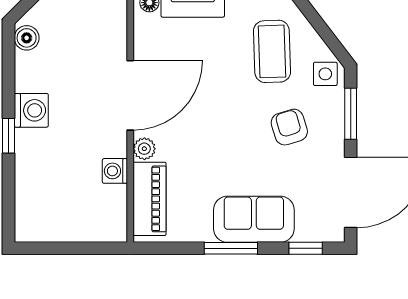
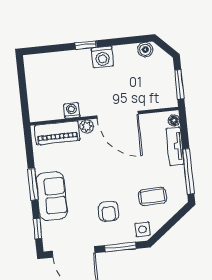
coffee table: (272, 51) -> (152, 196), width x0.73, depth x0.77
armchair: (289, 127) -> (109, 211), turned 107

